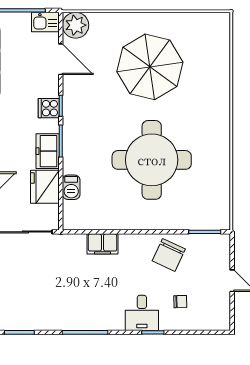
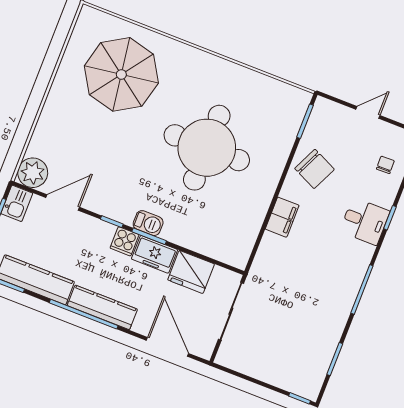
parasol: (150, 67) -> (121, 74), moved
cooker: (49, 108) -> (125, 241), moved
barbecue: (71, 187) -> (148, 223), moved
filing cabinet: (102, 244) -> (282, 217), moved
chair: (180, 302) -> (385, 165), moved

